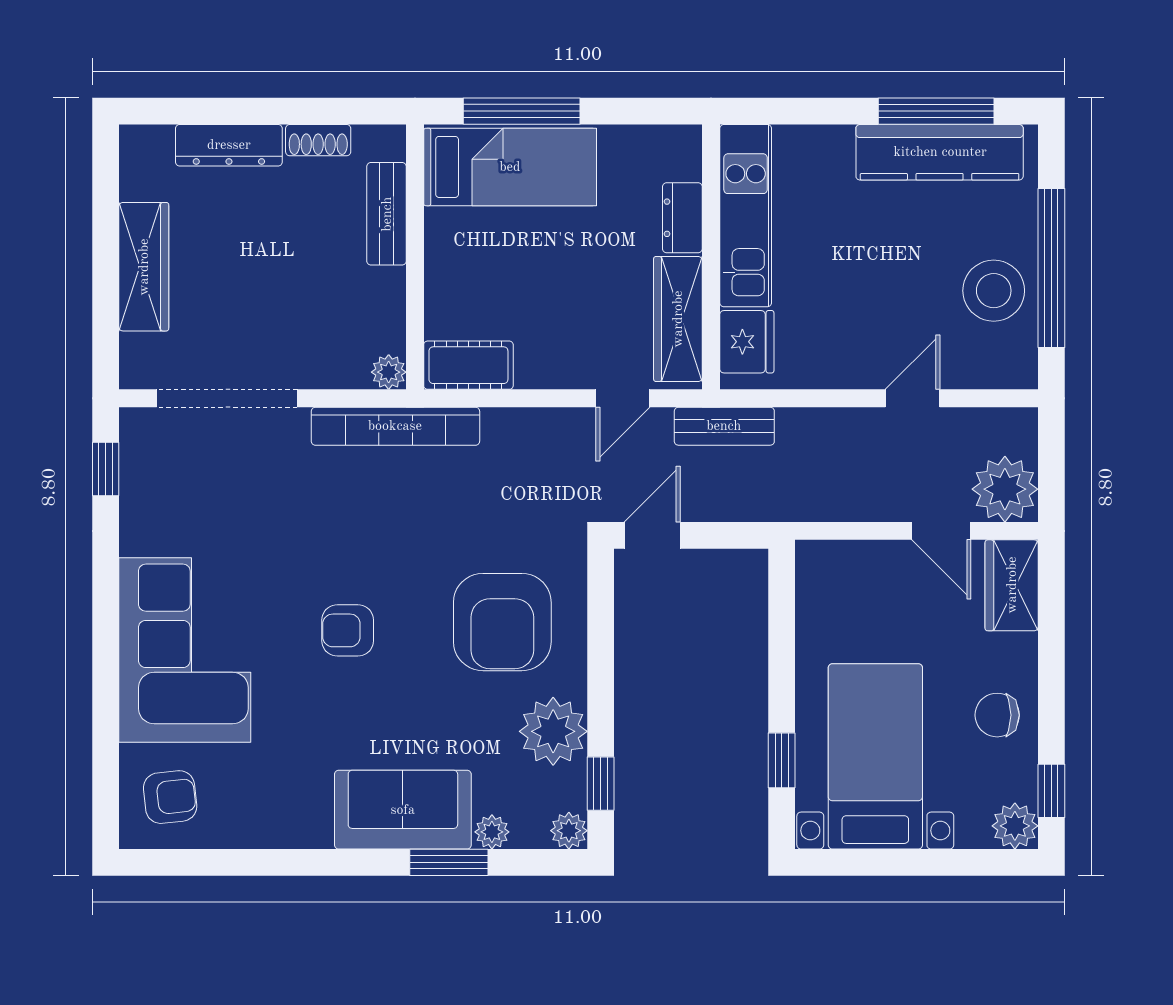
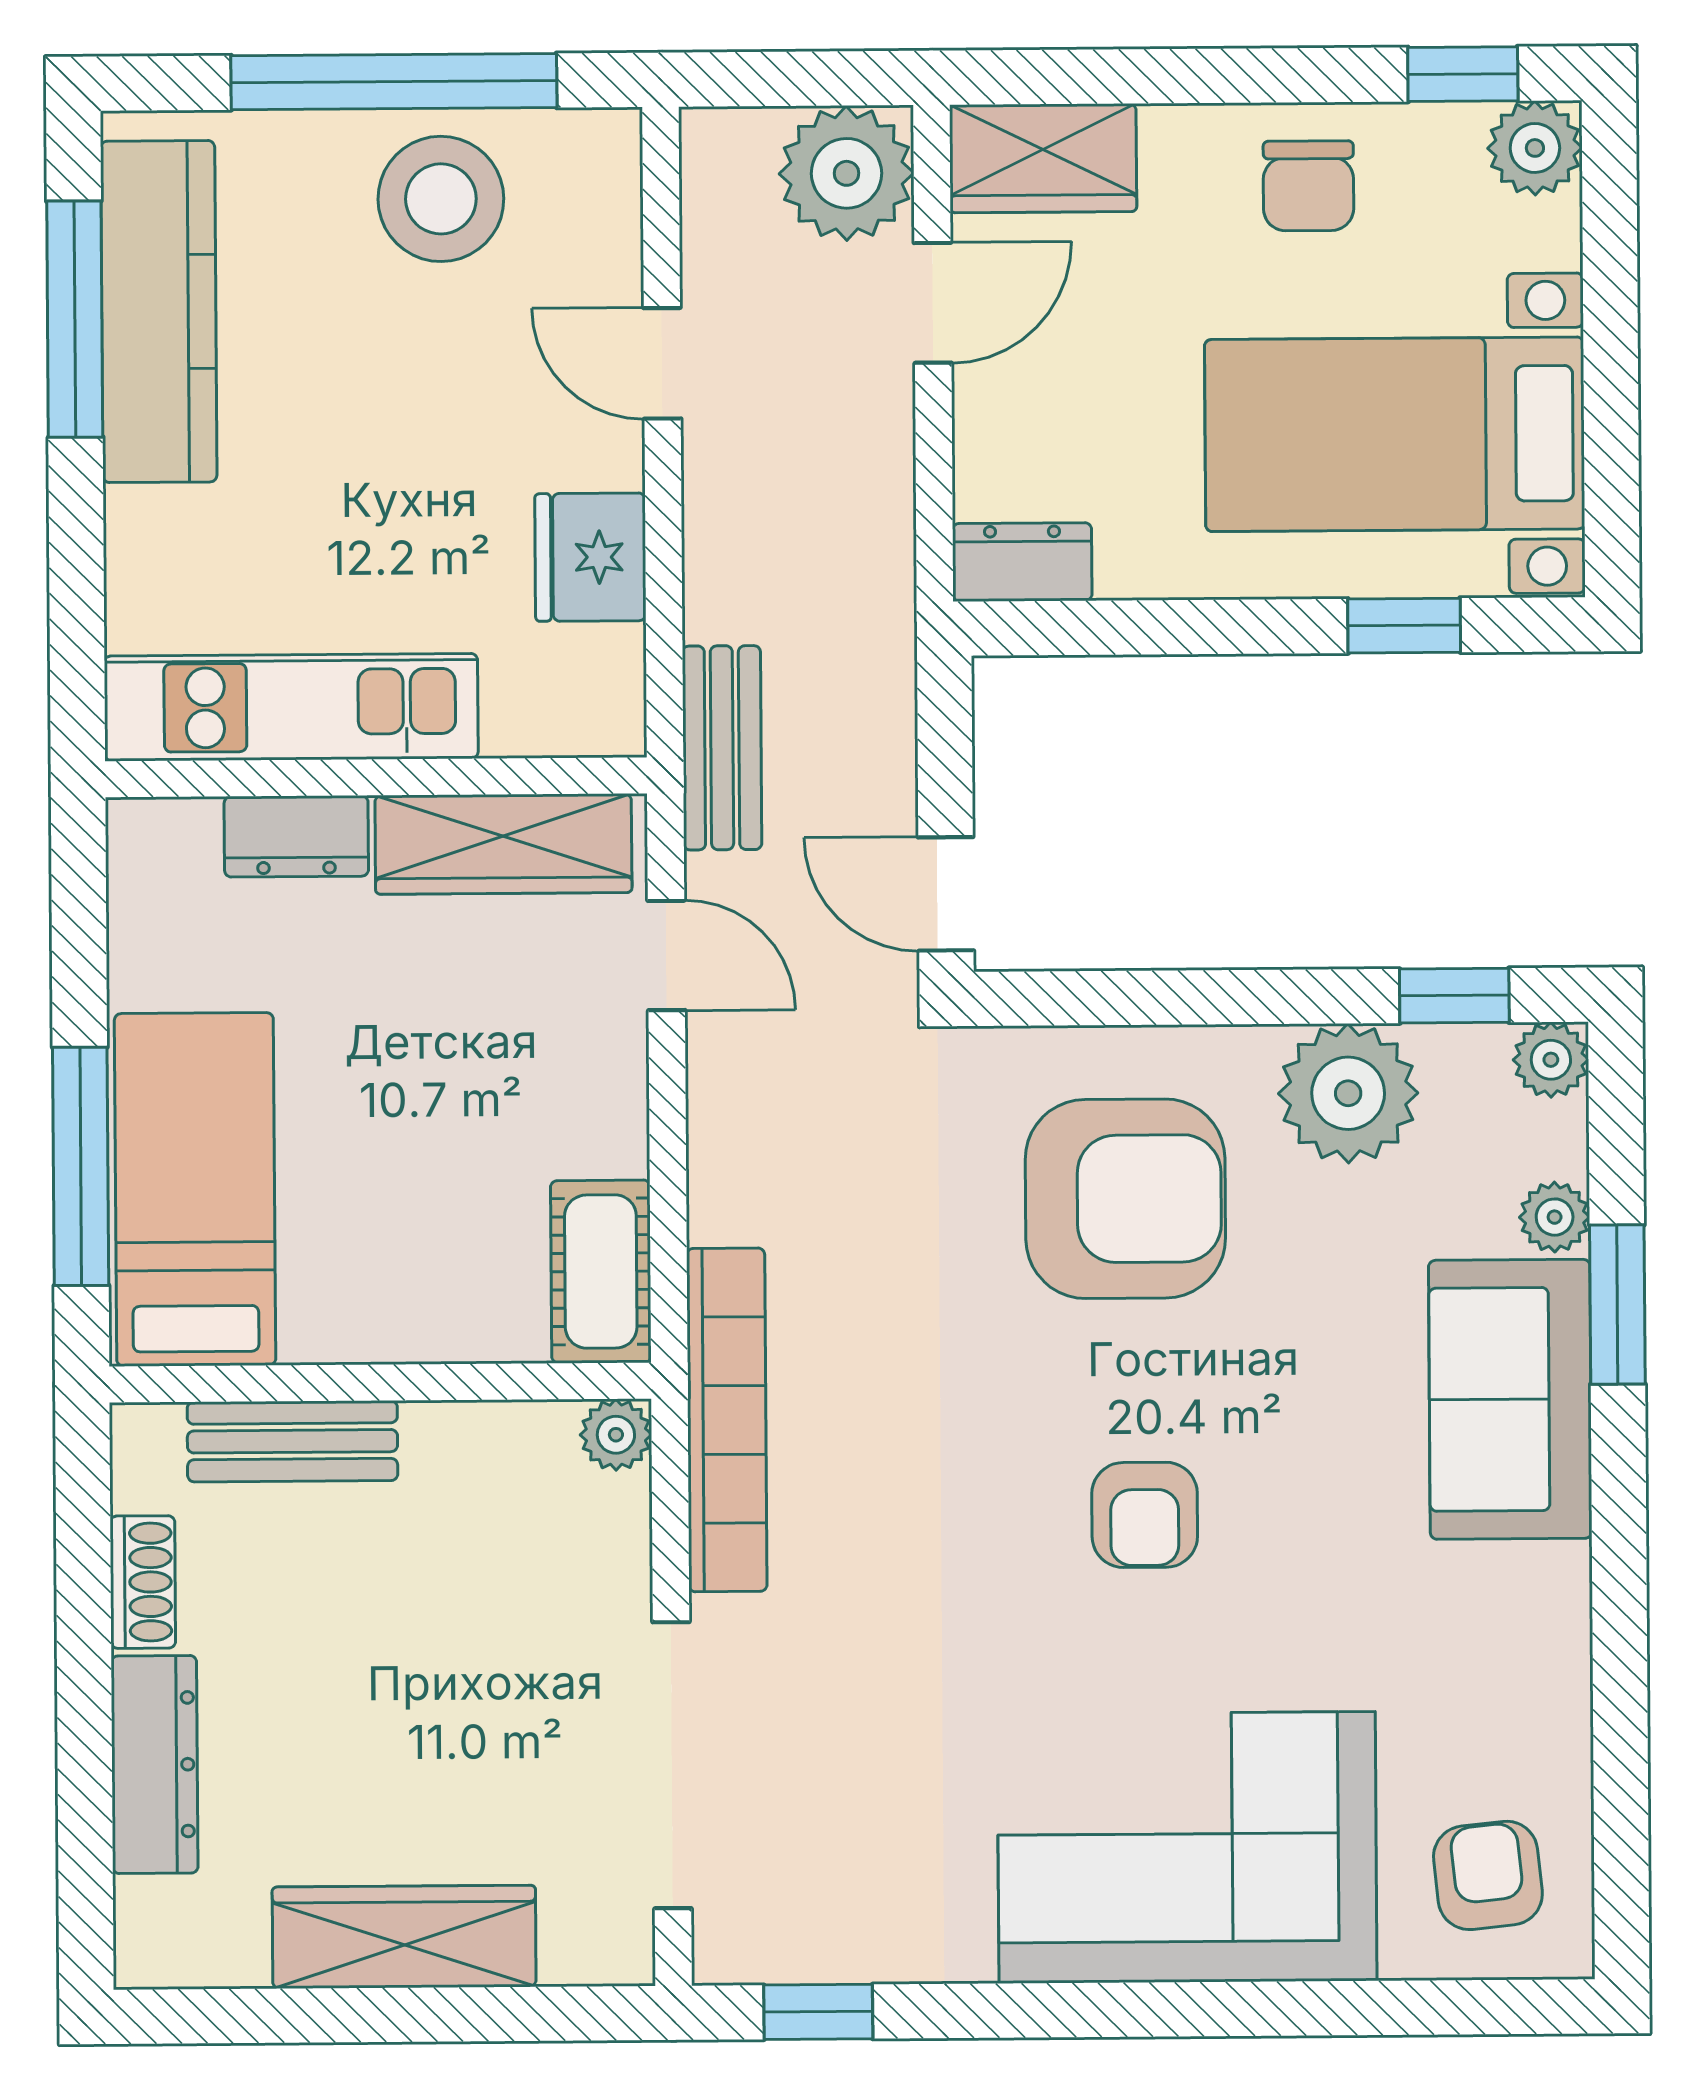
fridge: (747, 342) -> (590, 557), moved, turned -90
dresser: (814, 574) -> (1022, 562), added

